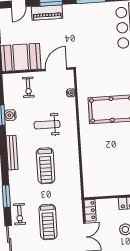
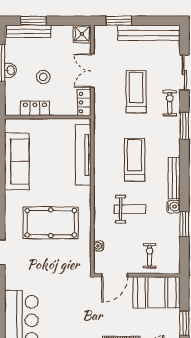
water cooler: (10, 115) -> (173, 207), moved
tv unit: (88, 167) -> (83, 155), added

